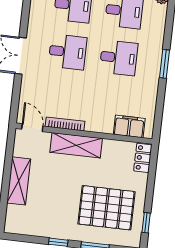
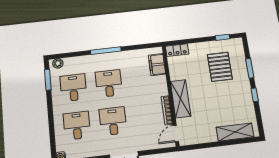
window: (164, 64) -> (106, 51), width x1.44
shelving: (19, 181) -> (235, 132), moved
pallet: (106, 208) -> (220, 67), width x0.73, depth x0.71

